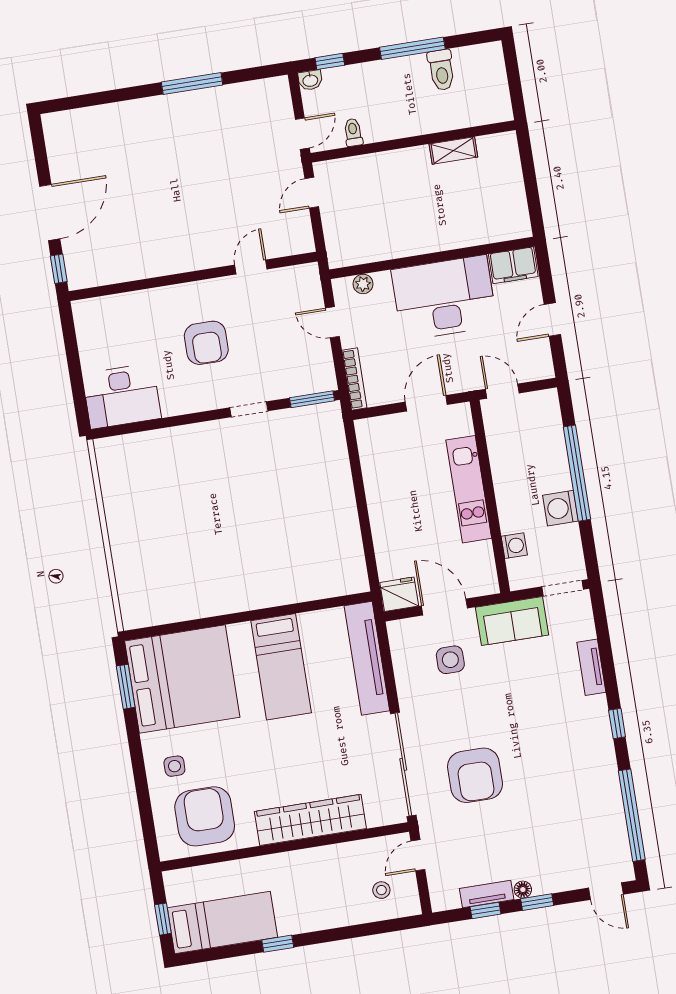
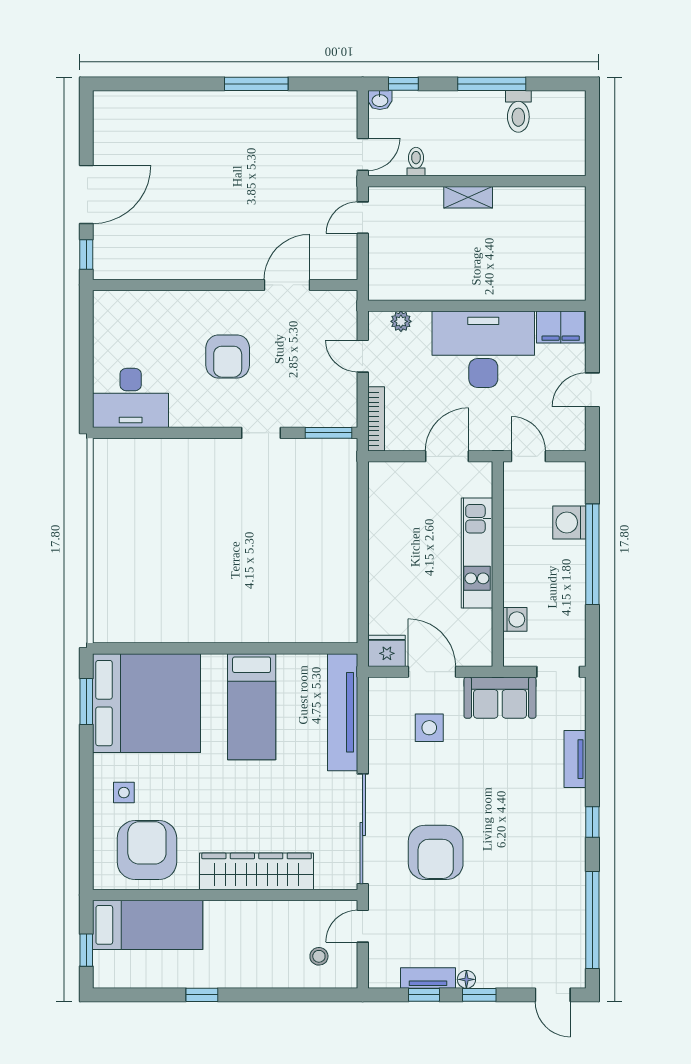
shelving: (453, 150) -> (468, 197), moved
door: (251, 267) -> (287, 285), width x1.37
washing machine: (560, 508) -> (569, 522), moved
bed: (222, 923) -> (148, 925), moved

